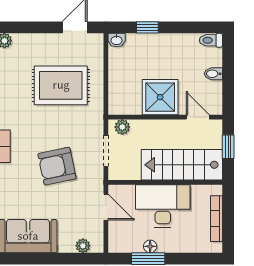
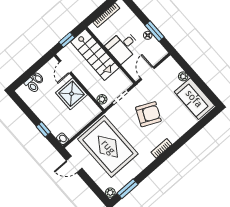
toilet: (211, 40) -> (32, 85), moved
rug: (61, 85) -> (108, 147), width x1.37, depth x1.44
armchair: (57, 166) -> (148, 114), turned -53
desk: (163, 206) -> (123, 46), width x0.73
plant: (83, 246) -> (183, 76), moved

